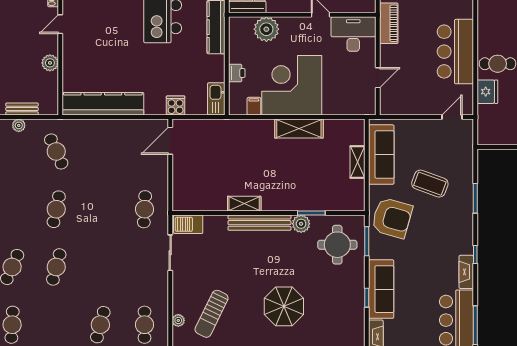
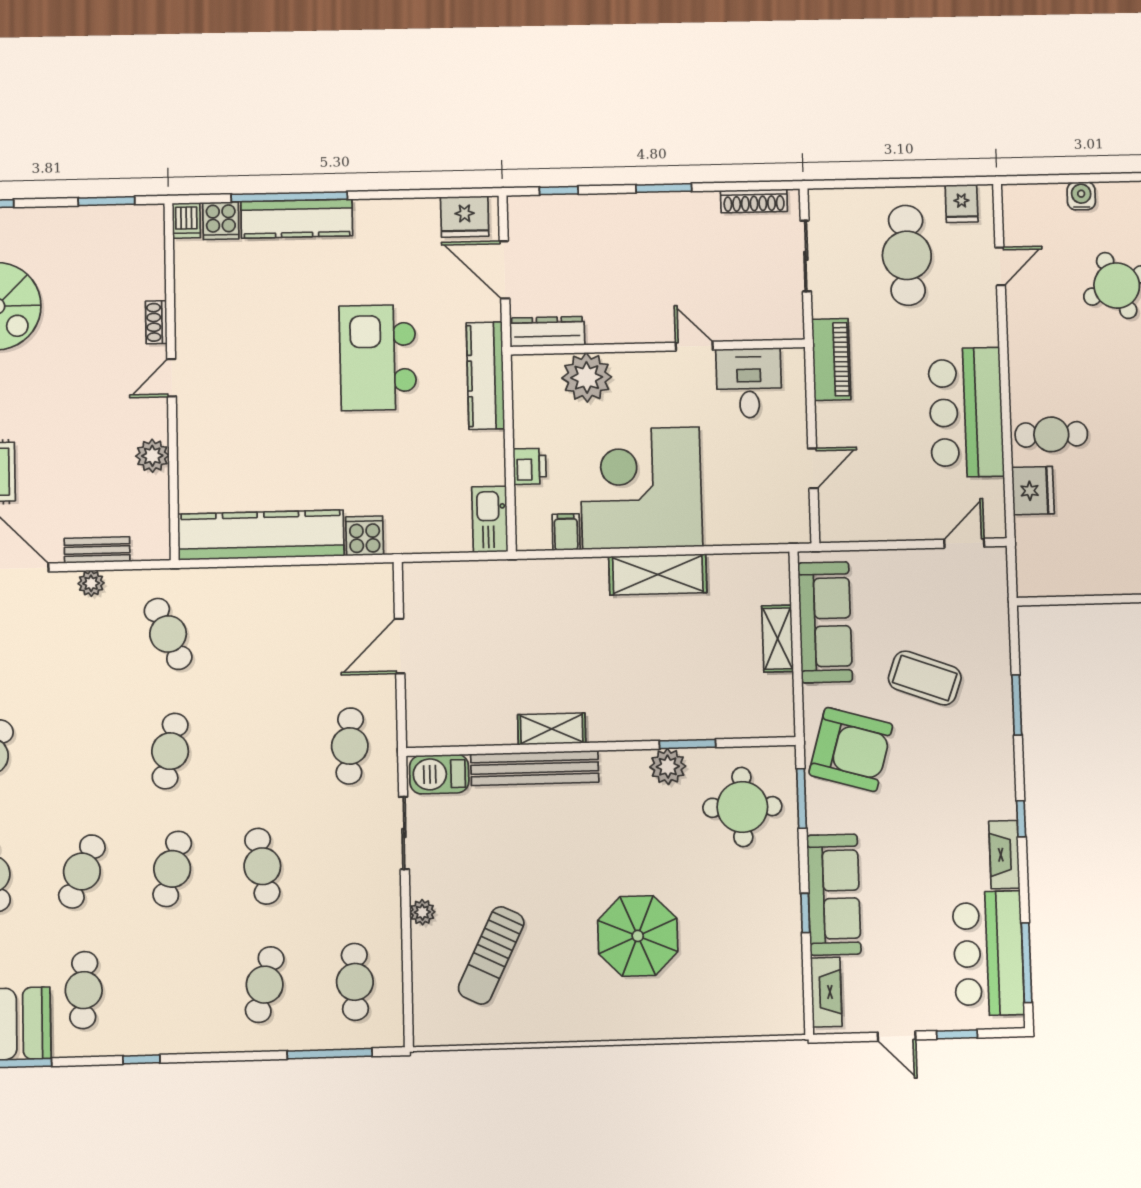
desk: (353, 34) -> (749, 383), width x0.73
cooker: (176, 105) -> (365, 536), moved
door: (170, 141) -> (400, 646), moved
bench: (259, 223) -> (535, 768), moved
cafe table: (100, 267) -> (262, 866), added
plant: (178, 320) -> (422, 912), moved

